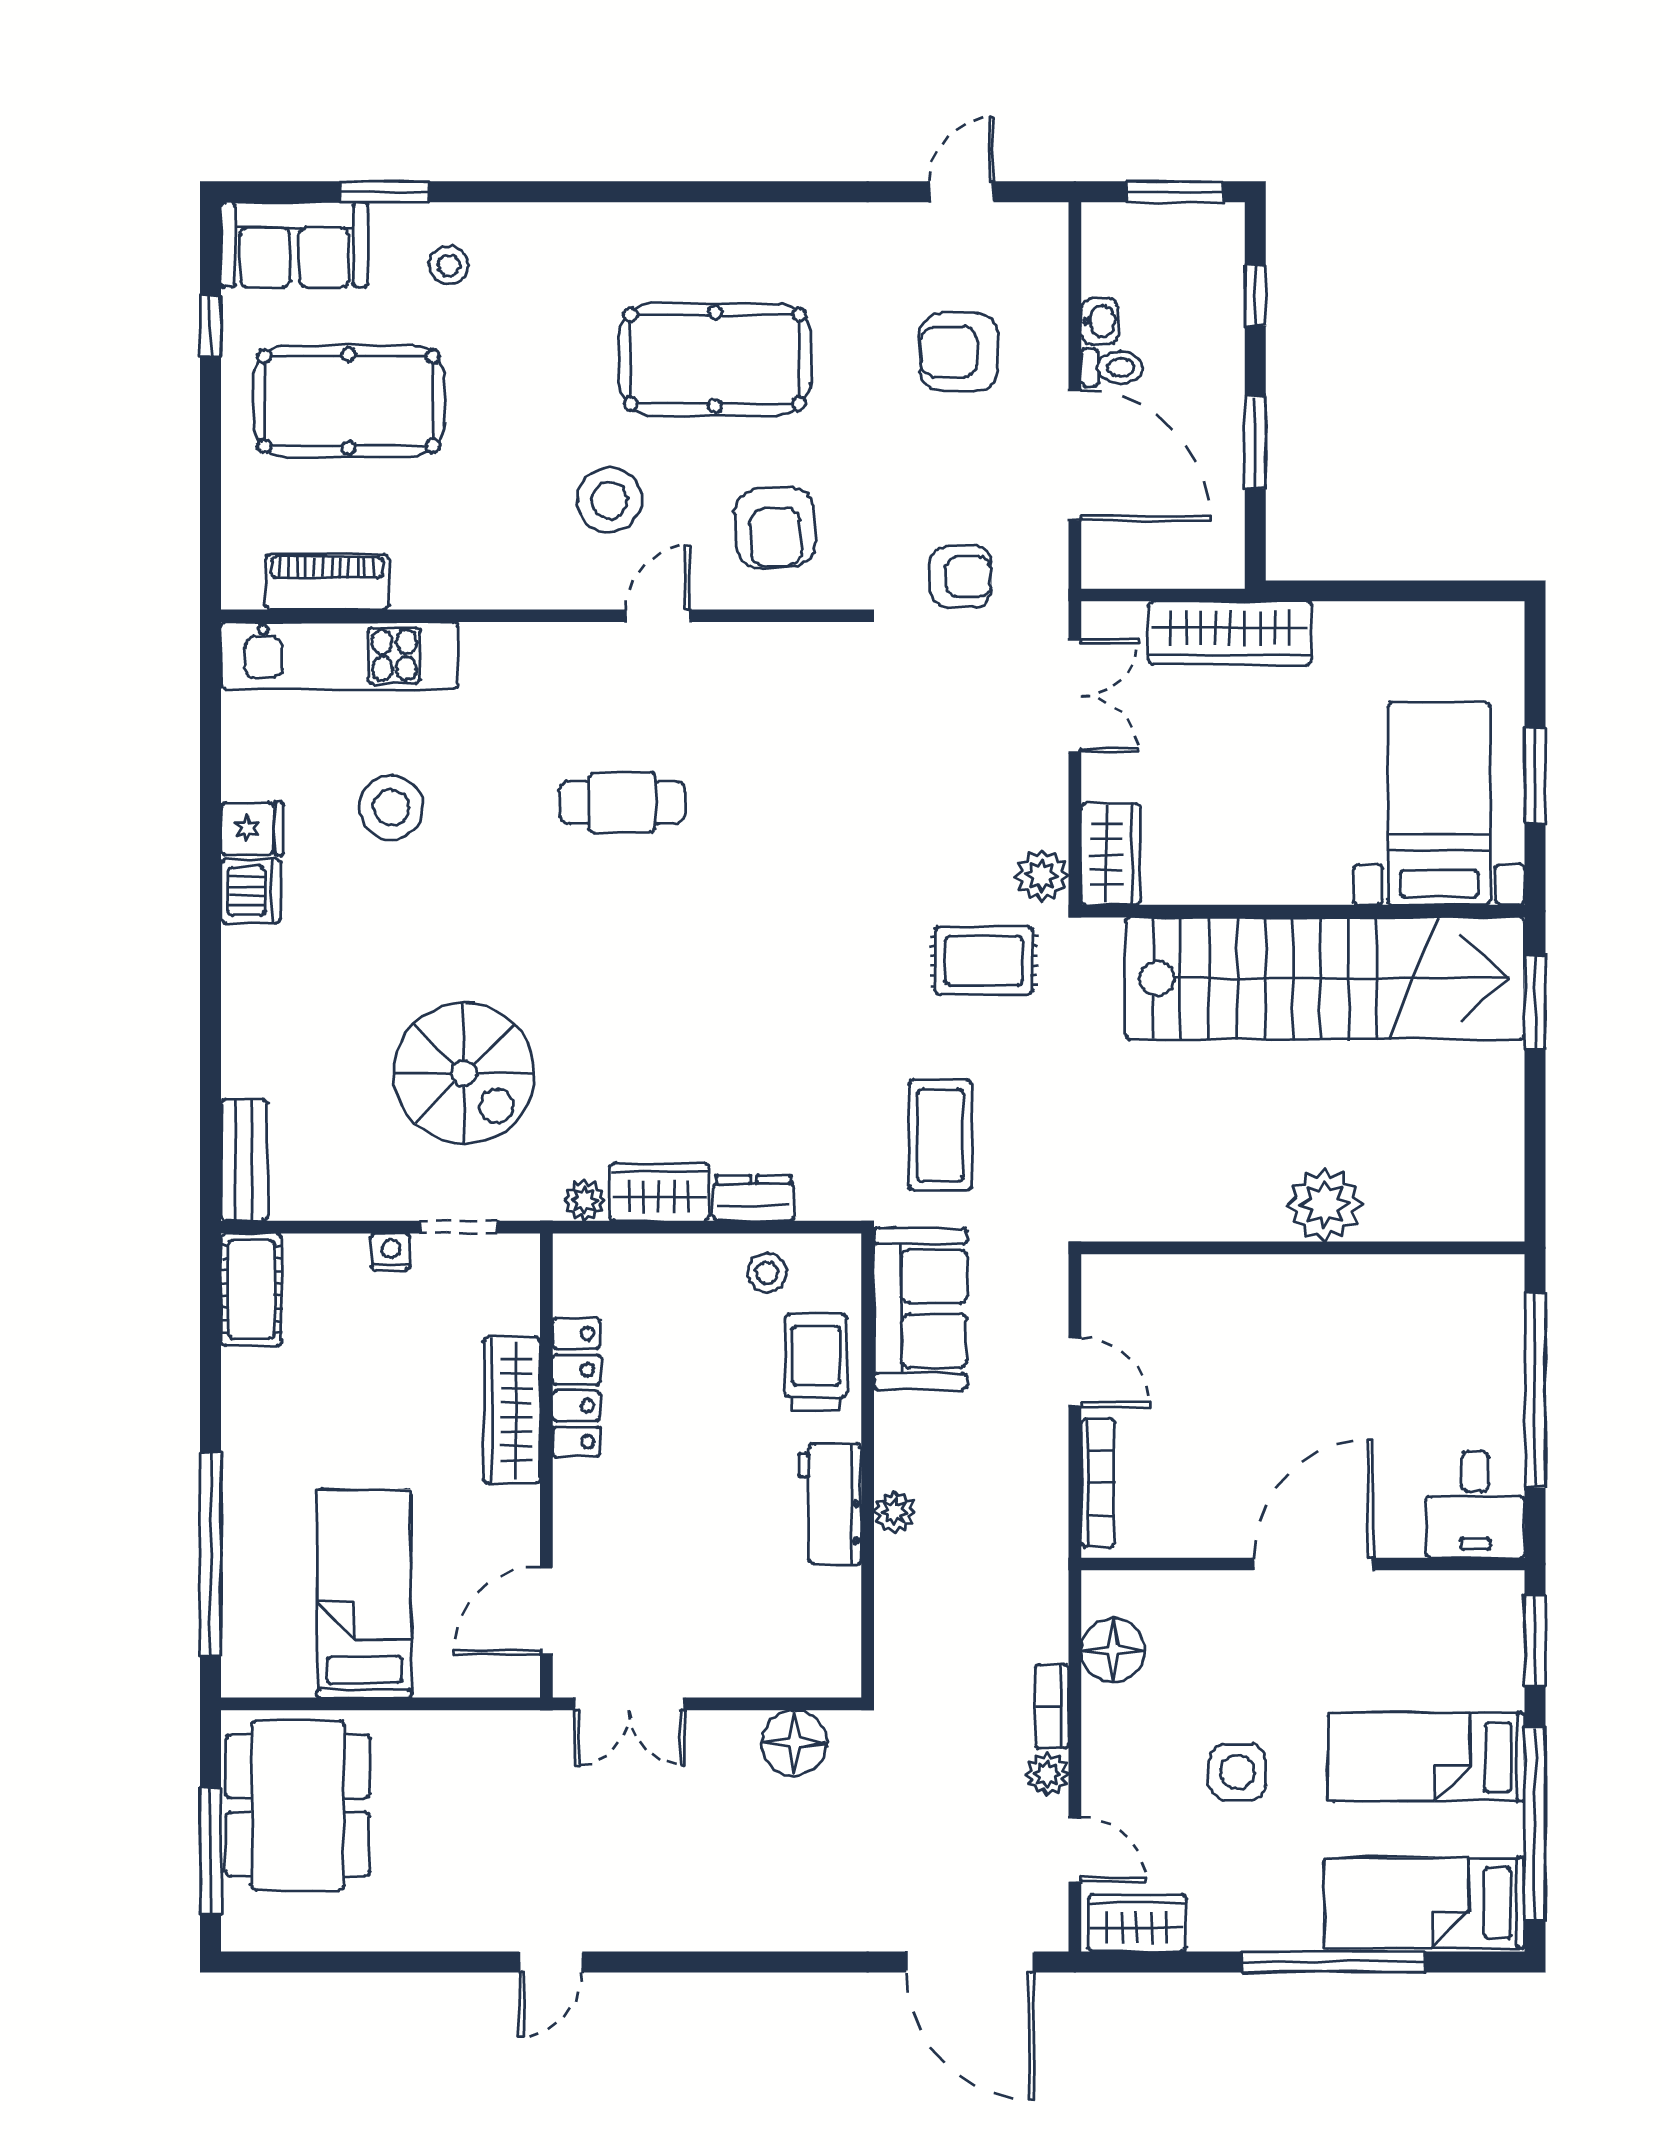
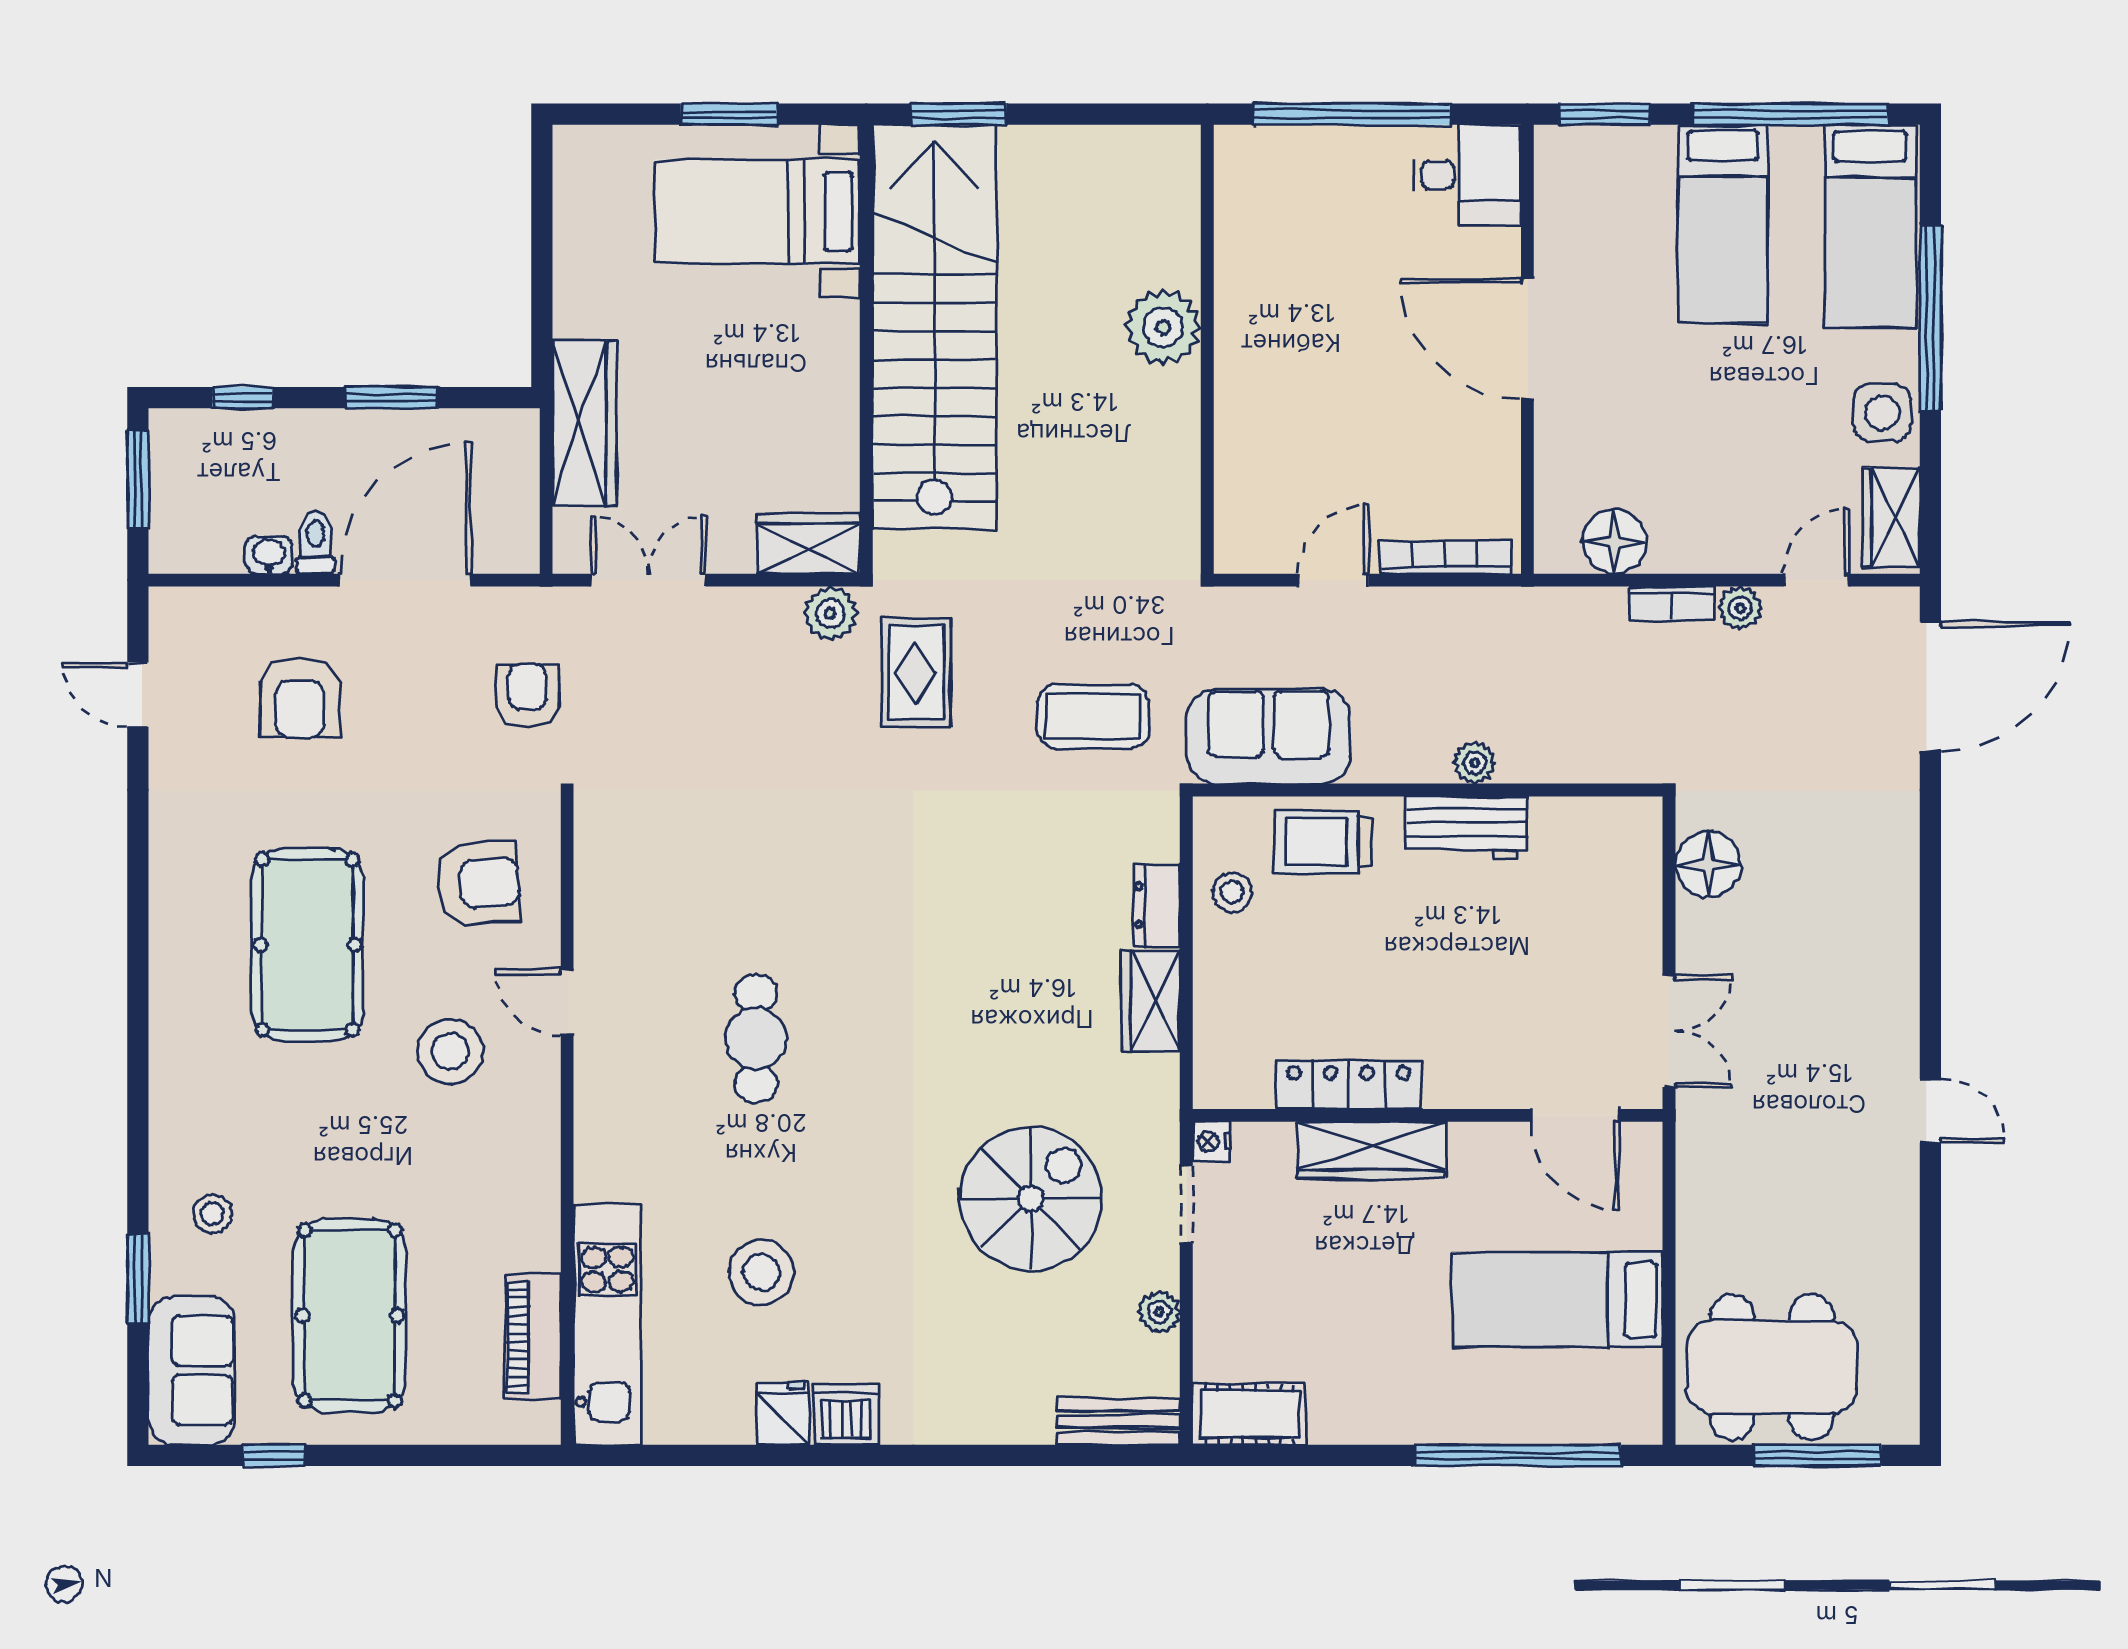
plant: (584, 1200) -> (1159, 1312), moved
nightstand: (391, 1252) -> (1211, 1141), moved
side table: (1237, 1772) -> (1882, 413), moved

